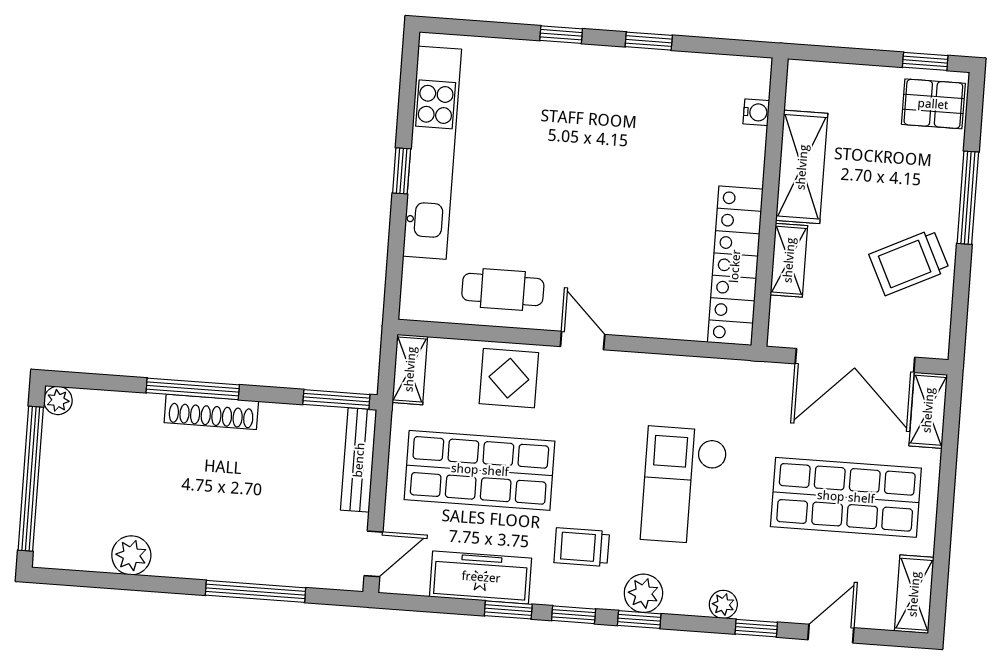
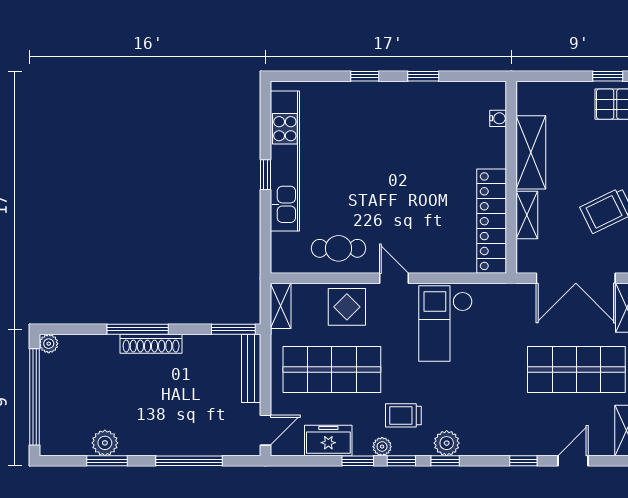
checkout: (684, 485) -> (446, 323), moved
freezer: (481, 577) -> (328, 441), width x0.71
window: (132, 582) -> (107, 461), added
plant: (723, 604) -> (382, 447), moved

